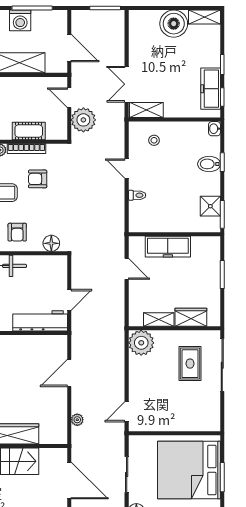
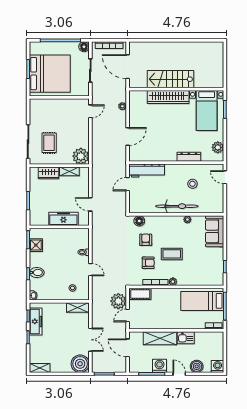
boiler: (174, 24) -> (80, 364), moved
double door: (127, 84) -> (90, 340), moved
door: (69, 98) -> (128, 316), swing flipped
cot: (29, 131) -> (140, 294), moved
armchair: (17, 232) -> (146, 240), moved

